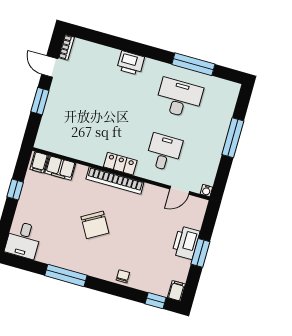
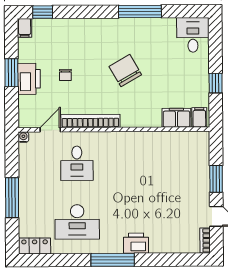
window: (193, 64) -> (113, 260), moved
locker: (120, 164) -> (35, 246), moved, turned 180
bookcase: (115, 181) -> (90, 121), moved
chair: (123, 276) -> (65, 75), moved

